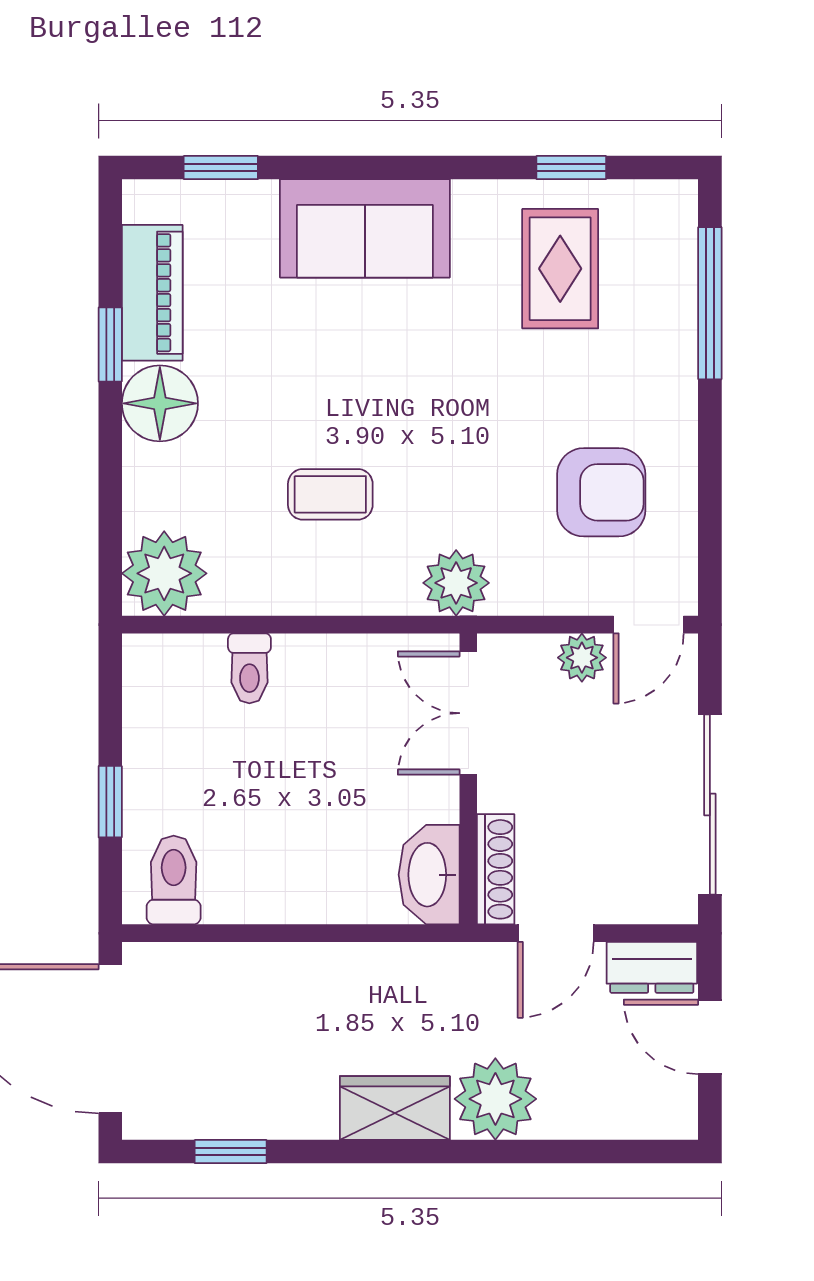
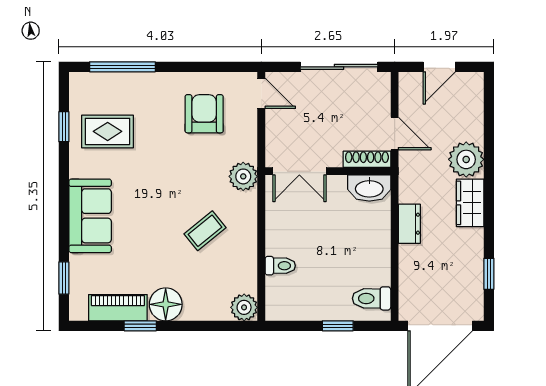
coffee table: (330, 494) -> (205, 231), turned 51
plant: (164, 573) -> (244, 307), width x0.73, depth x0.73
plant: (582, 658) -> (276, 122), removed
dresser: (652, 967) -> (409, 224), moved

